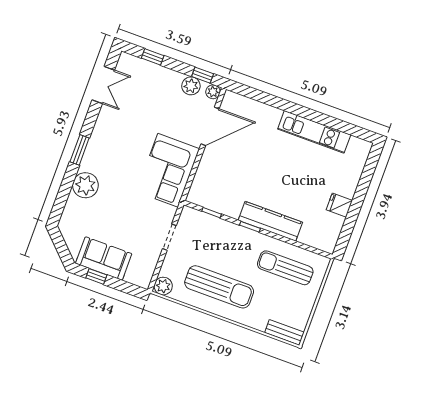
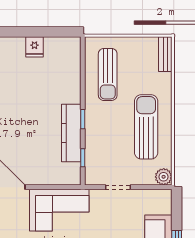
kitchen counter: (270, 221) -> (71, 133), moved

